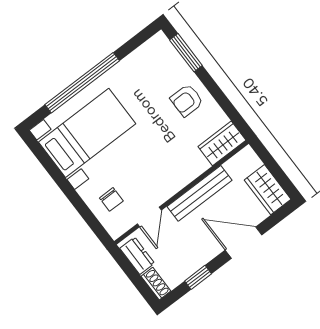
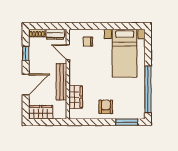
window: (82, 83) -> (148, 89), moved
wardrobe: (222, 143) -> (76, 97), moved

